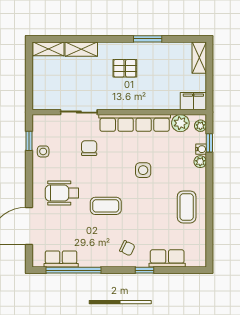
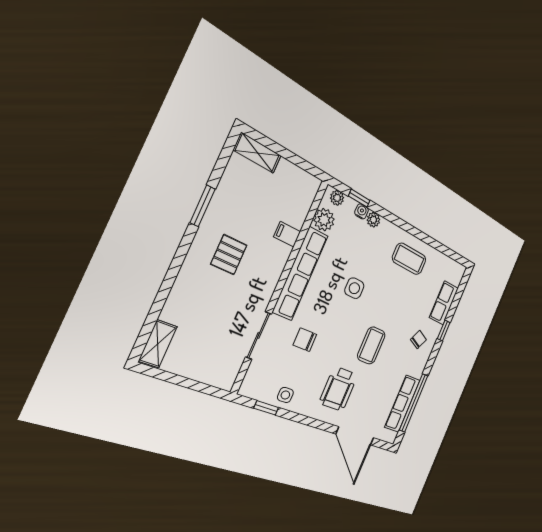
shelving: (81, 49) -> (178, 300), removed
filing cabinet: (193, 101) -> (287, 234), moved, width x0.50
row of seats: (61, 259) -> (402, 404), width x1.48

